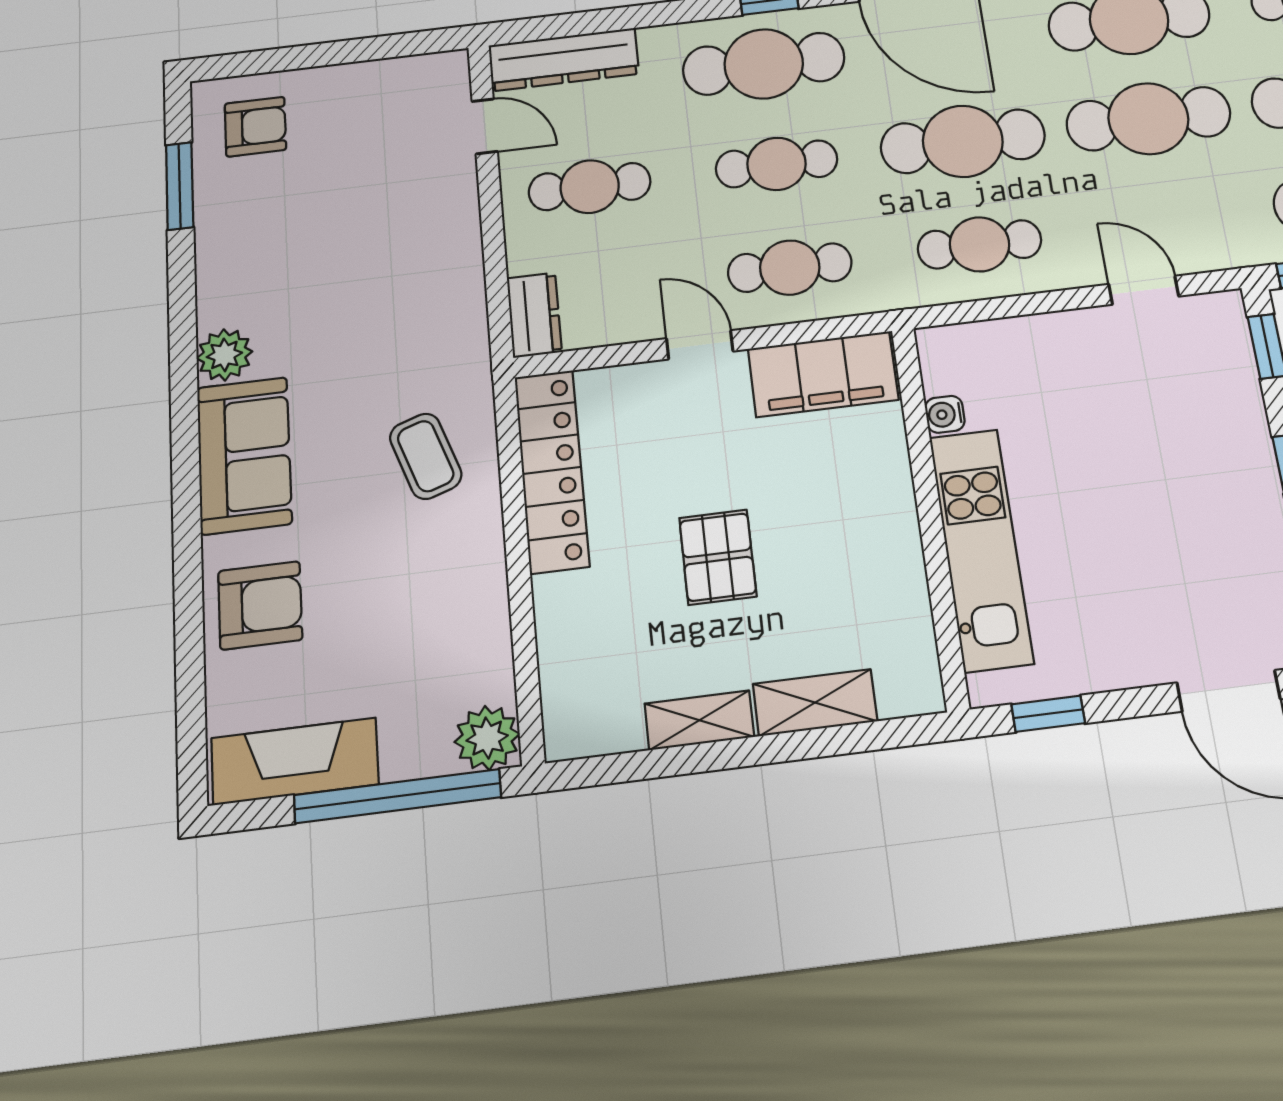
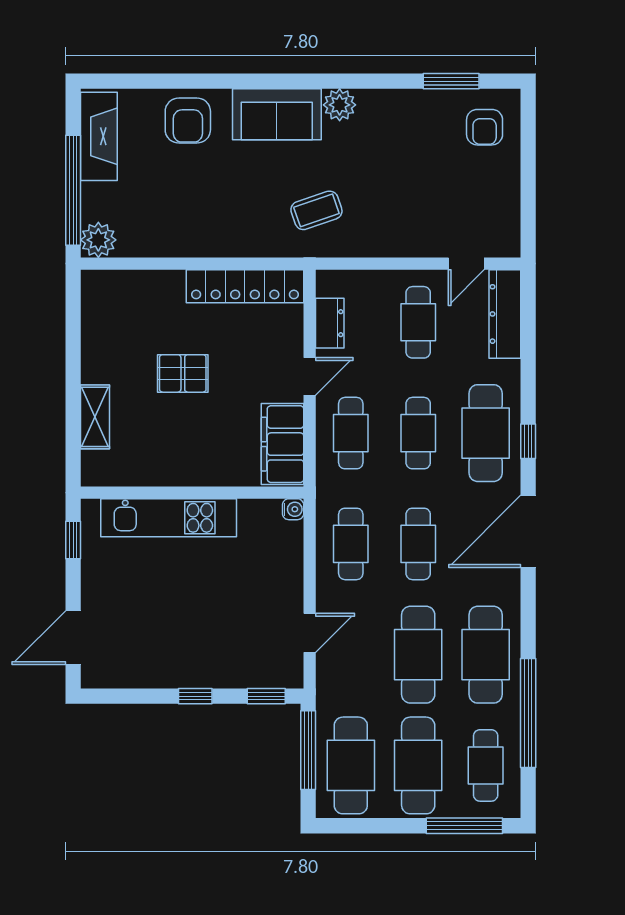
cafe table: (963, 141) -> (418, 544), width x0.73, depth x0.74
dresser: (534, 315) -> (330, 323), moved, turned -90
water cooler: (945, 414) -> (293, 509), moved, turned 90
coffee table: (426, 456) -> (316, 210), moved
shelving: (699, 720) -> (93, 354), removed

